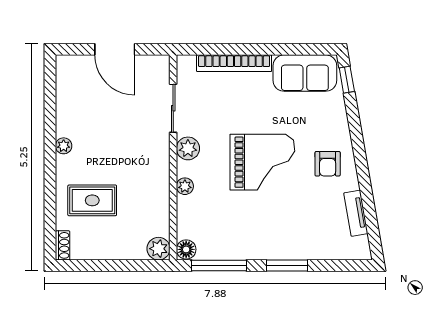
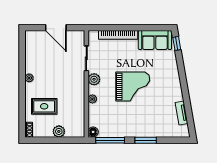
armchair: (328, 164) -> (167, 87), removed
plant: (159, 249) -> (59, 131), moved

